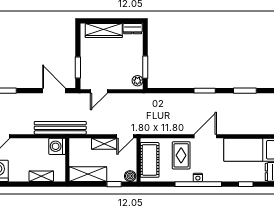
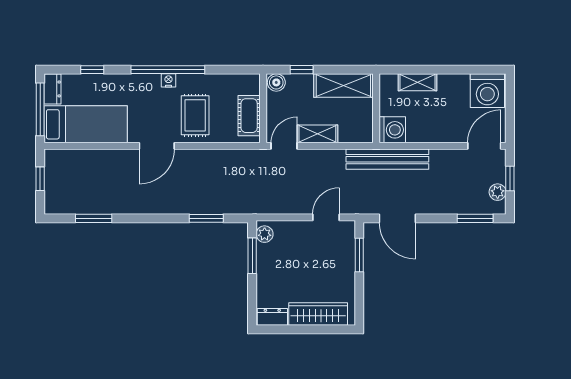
window: (205, 91) -> (206, 218), moved
cot: (150, 160) -> (249, 116), width x0.73, depth x0.75

